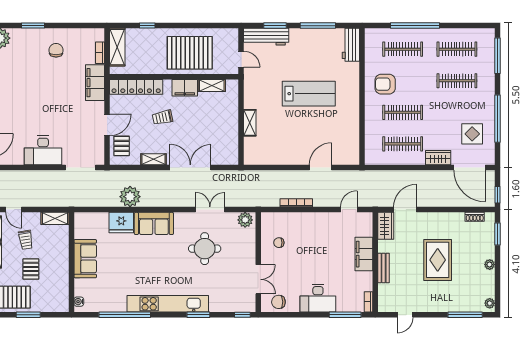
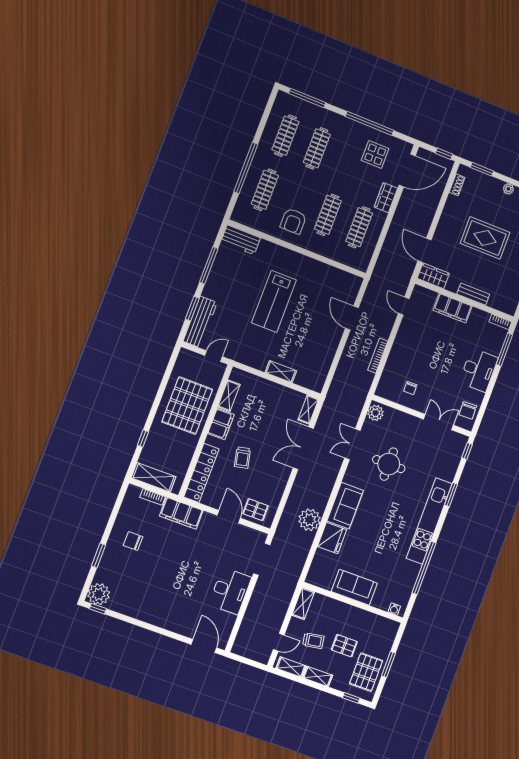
lab bench: (309, 94) -> (274, 301), turned 180
shelving: (154, 159) -> (308, 409), moved

